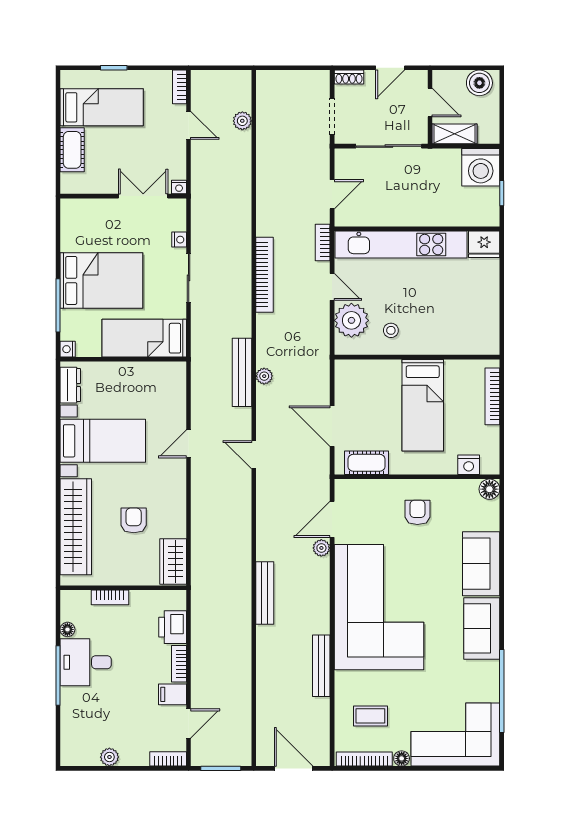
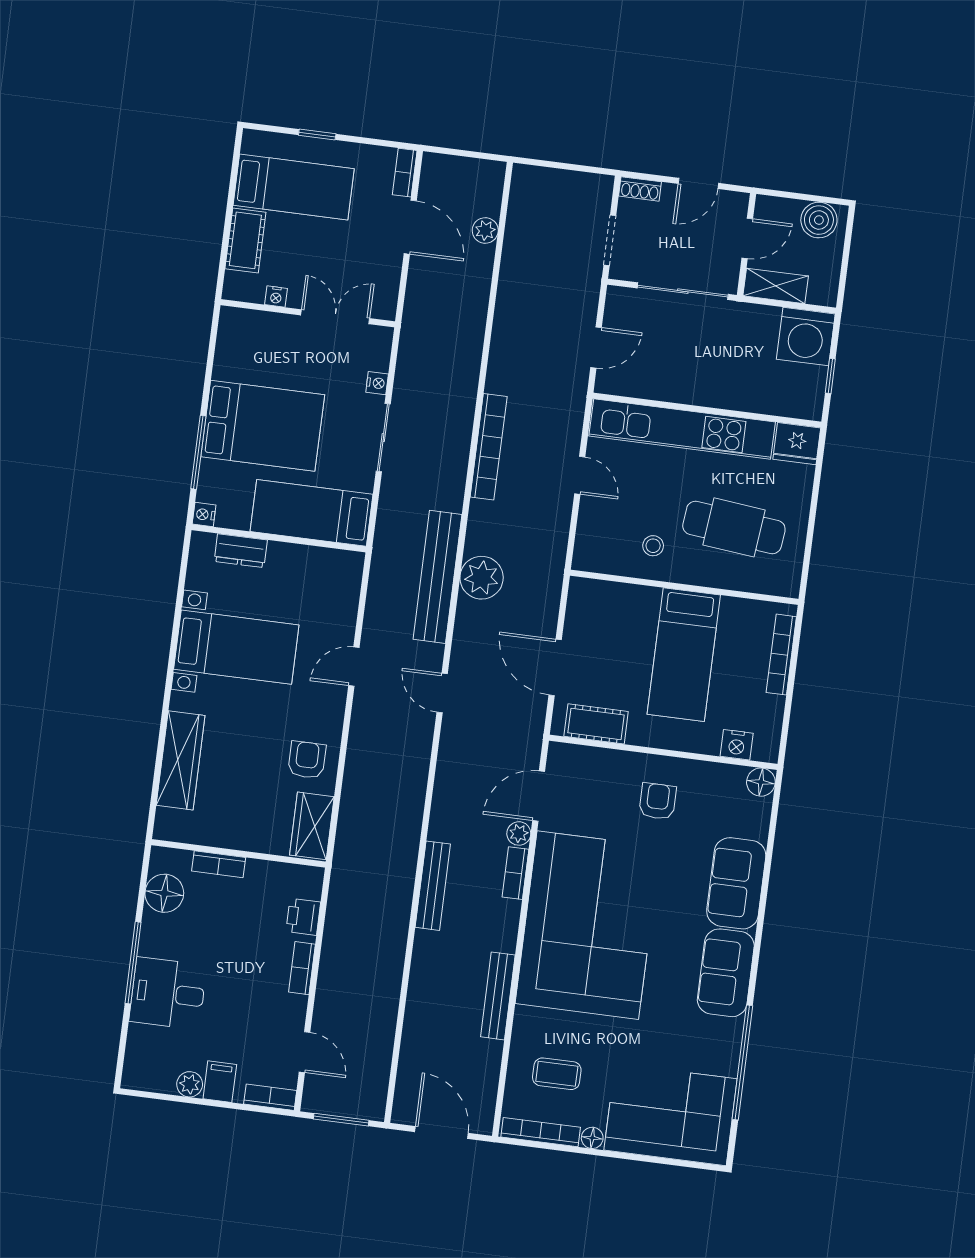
door: (430, 103) -> (747, 238), hinge flipped
door: (189, 125) -> (410, 227), width x1.38
nightstand: (179, 187) -> (276, 297), moved
bookcase: (323, 242) -> (515, 873), moved
cafe table: (447, 310) -> (734, 527), added
plant: (351, 320) -> (600, 525), removed
bench: (242, 372) -> (438, 577), width x1.37, depth x1.21
plant: (264, 376) -> (482, 578), width x1.87, depth x1.87
dresser: (70, 385) -> (241, 551), moved, turned 90
armchair: (134, 520) -> (307, 760), moved
wardrobe: (76, 527) -> (181, 760), width x0.71, depth x0.85
printer: (173, 627) -> (303, 917), width x0.73, depth x0.81
floor lamp: (67, 629) -> (164, 893), width x1.89, depth x1.89
desk: (86, 662) -> (168, 993), moved
filing cabinet: (172, 694) -> (220, 1082), moved, turned 90
door: (189, 724) -> (305, 1052), hinge flipped

